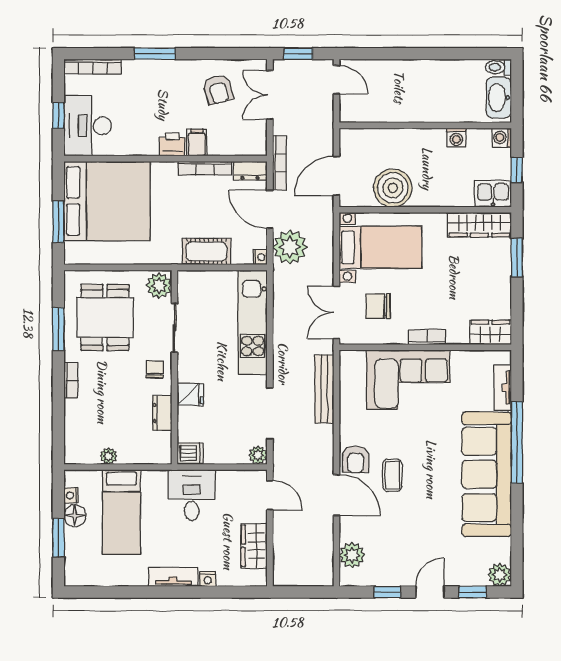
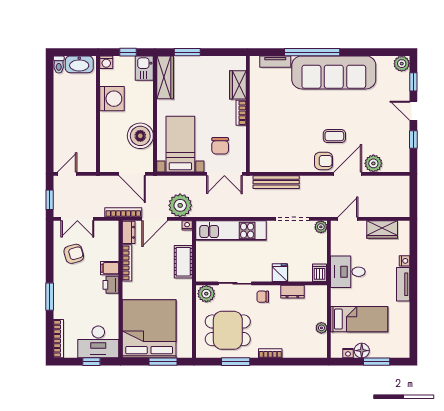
washing machine: (456, 138) -> (112, 99), width x1.89, depth x1.89
wardrobe: (490, 332) -> (238, 85), moved
corner sofa: (408, 380) -> (270, 125), removed
plant: (352, 555) -> (373, 163), moved

